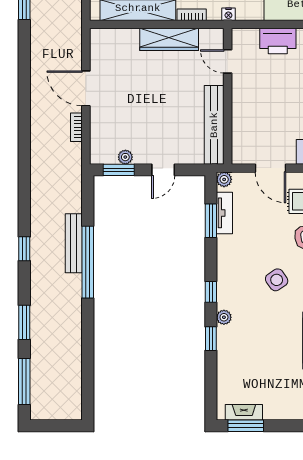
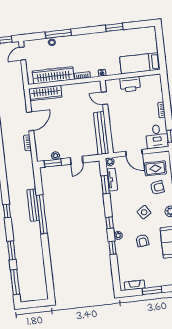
wardrobe: (169, 39) -> (46, 93), moved
door: (86, 88) -> (30, 121), swing flipped
armchair: (268, 332) -> (142, 241), added
window: (246, 426) -> (152, 290), moved

